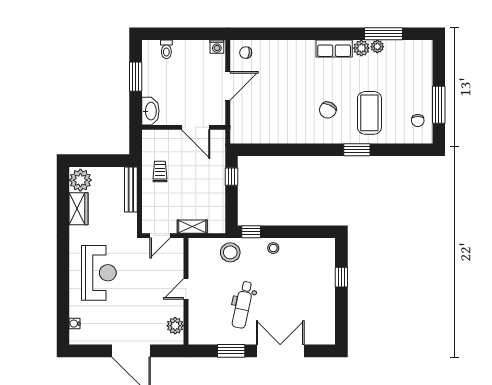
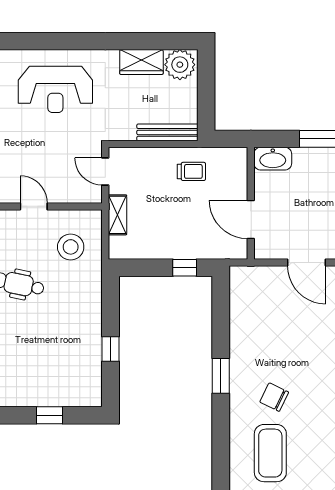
coffee table: (369, 113) -> (270, 453), turned 90
door: (196, 127) -> (251, 220), hinge flipped
window: (357, 150) -> (221, 376), moved
window: (251, 232) -> (111, 349), moved
stool: (273, 248) -> (89, 324), removed
stool: (230, 252) -> (71, 247), moved

